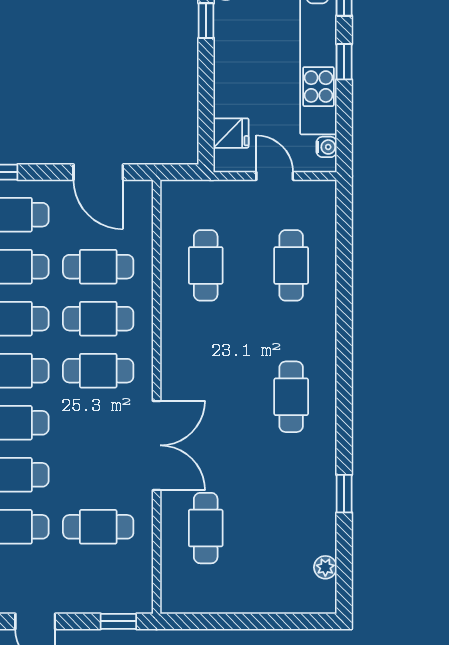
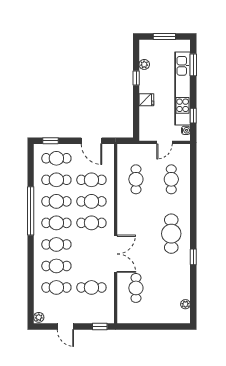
window: (344, 62) -> (193, 116), moved
fridge: (231, 133) -> (146, 100), moved
door: (275, 176) -> (164, 142), swing flipped
cafe table: (291, 397) -> (171, 234), width x1.37, depth x1.35
window: (344, 494) -> (193, 257), moved

